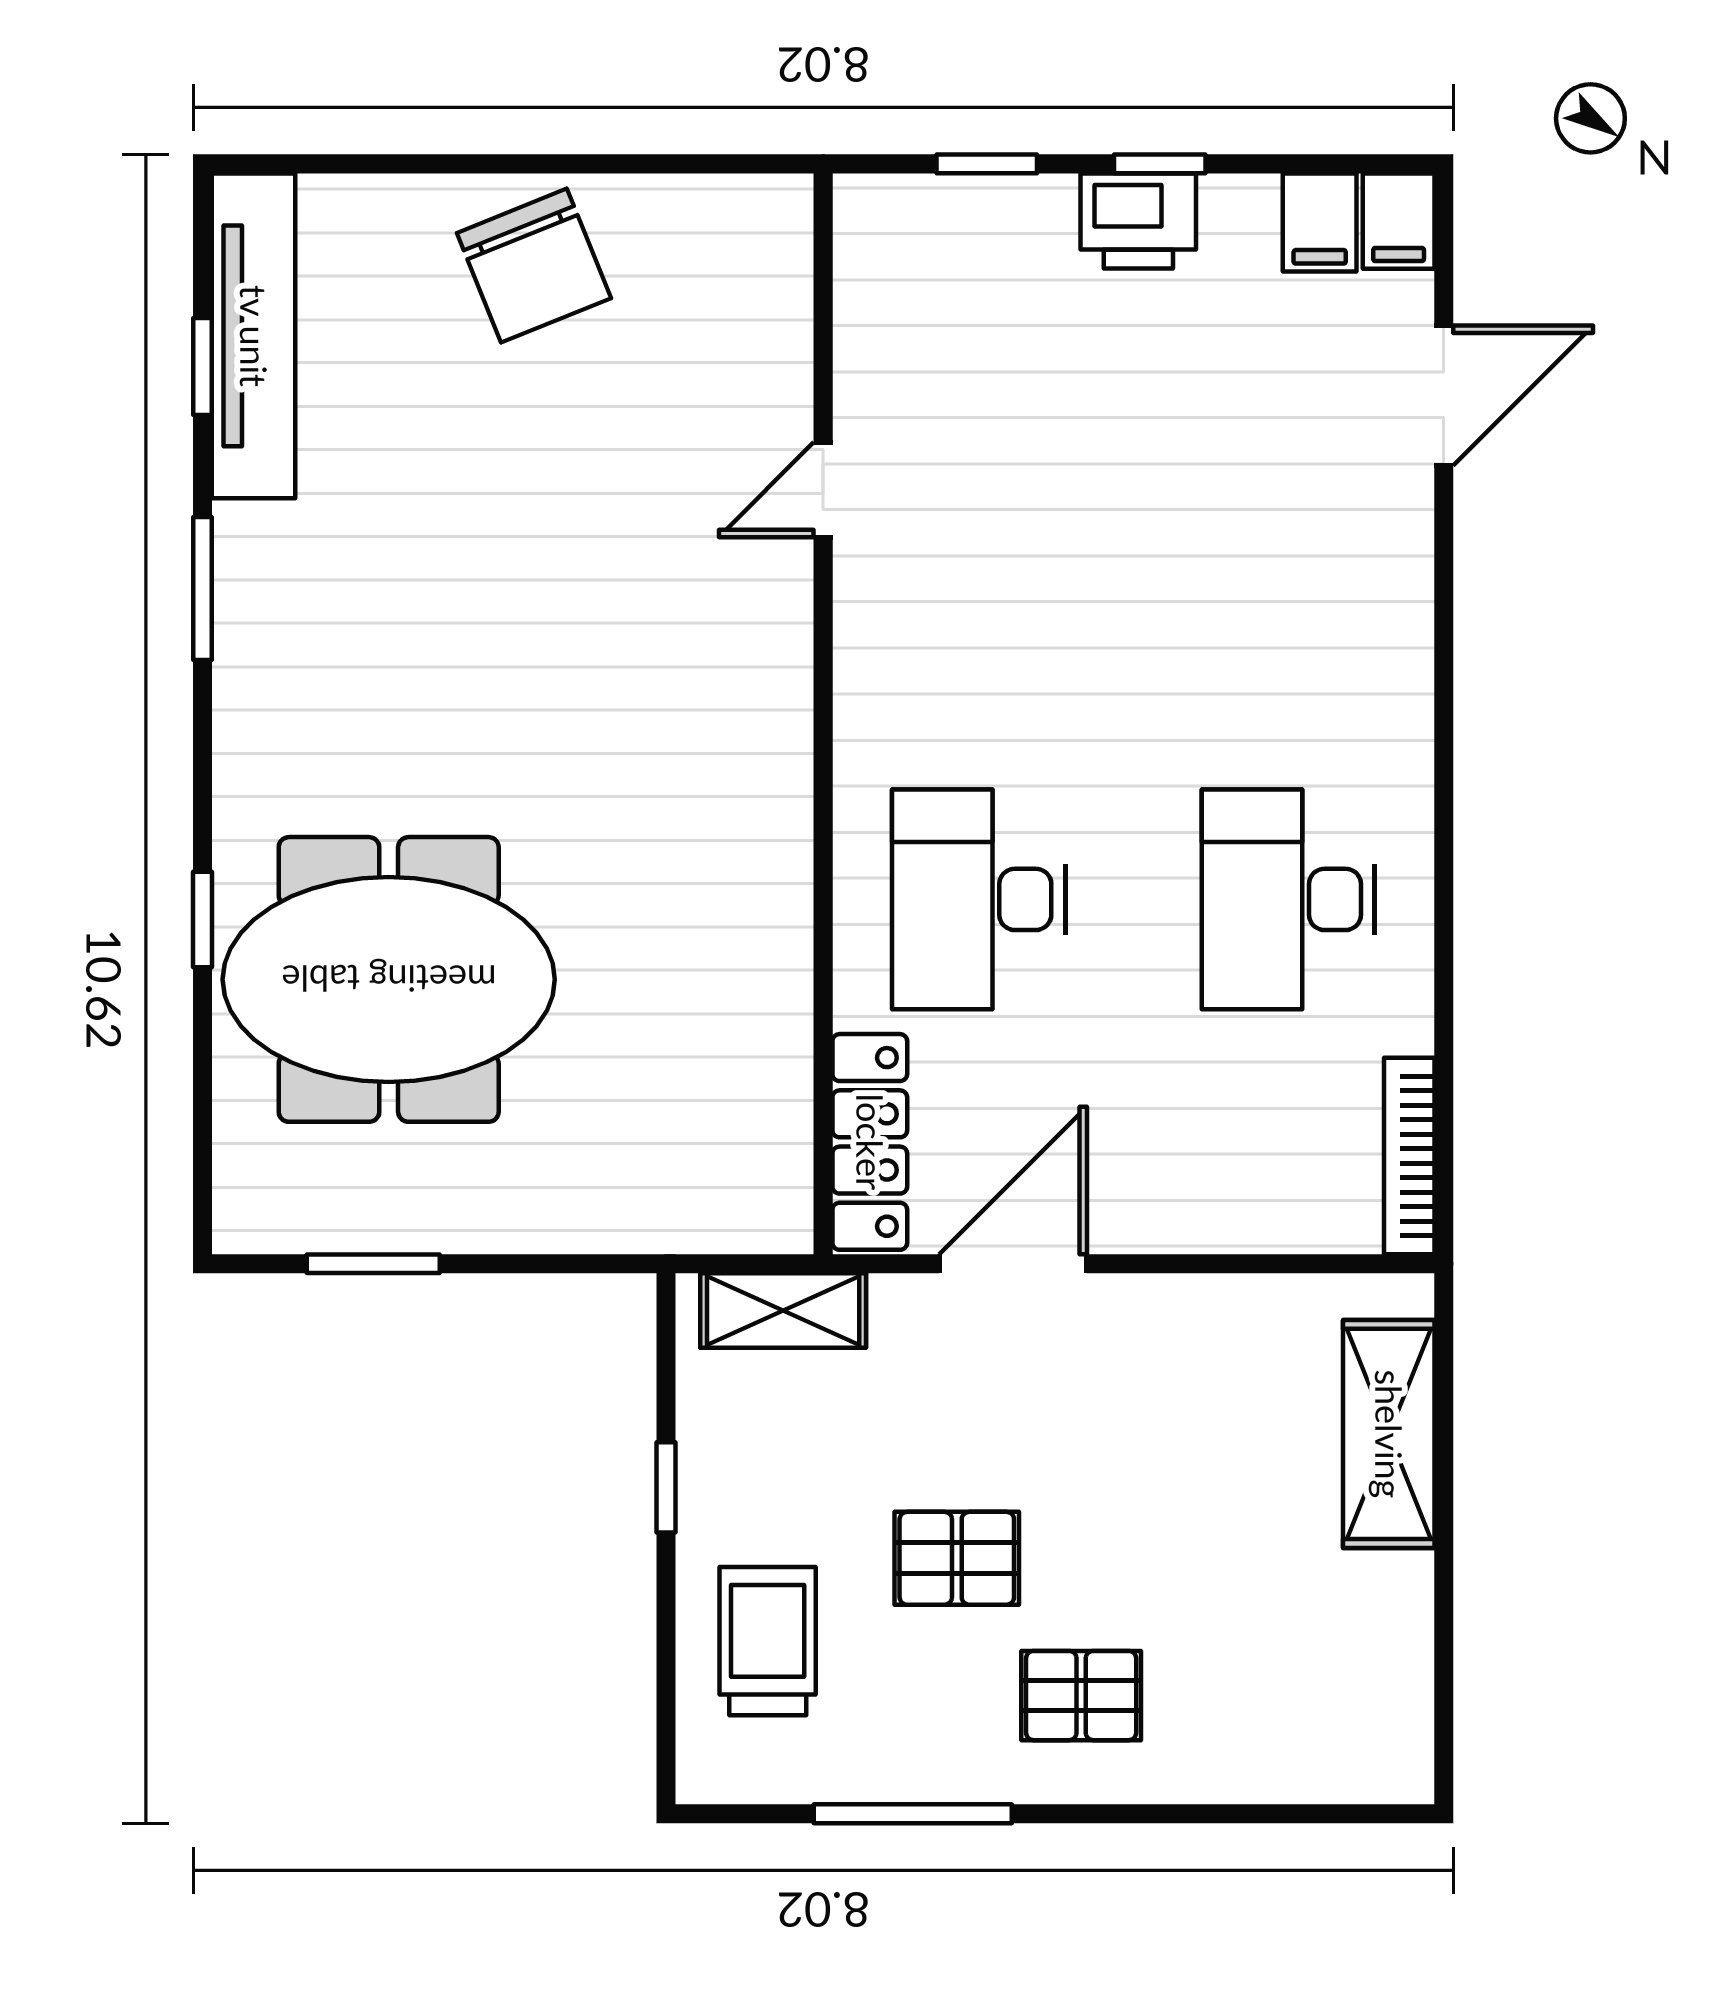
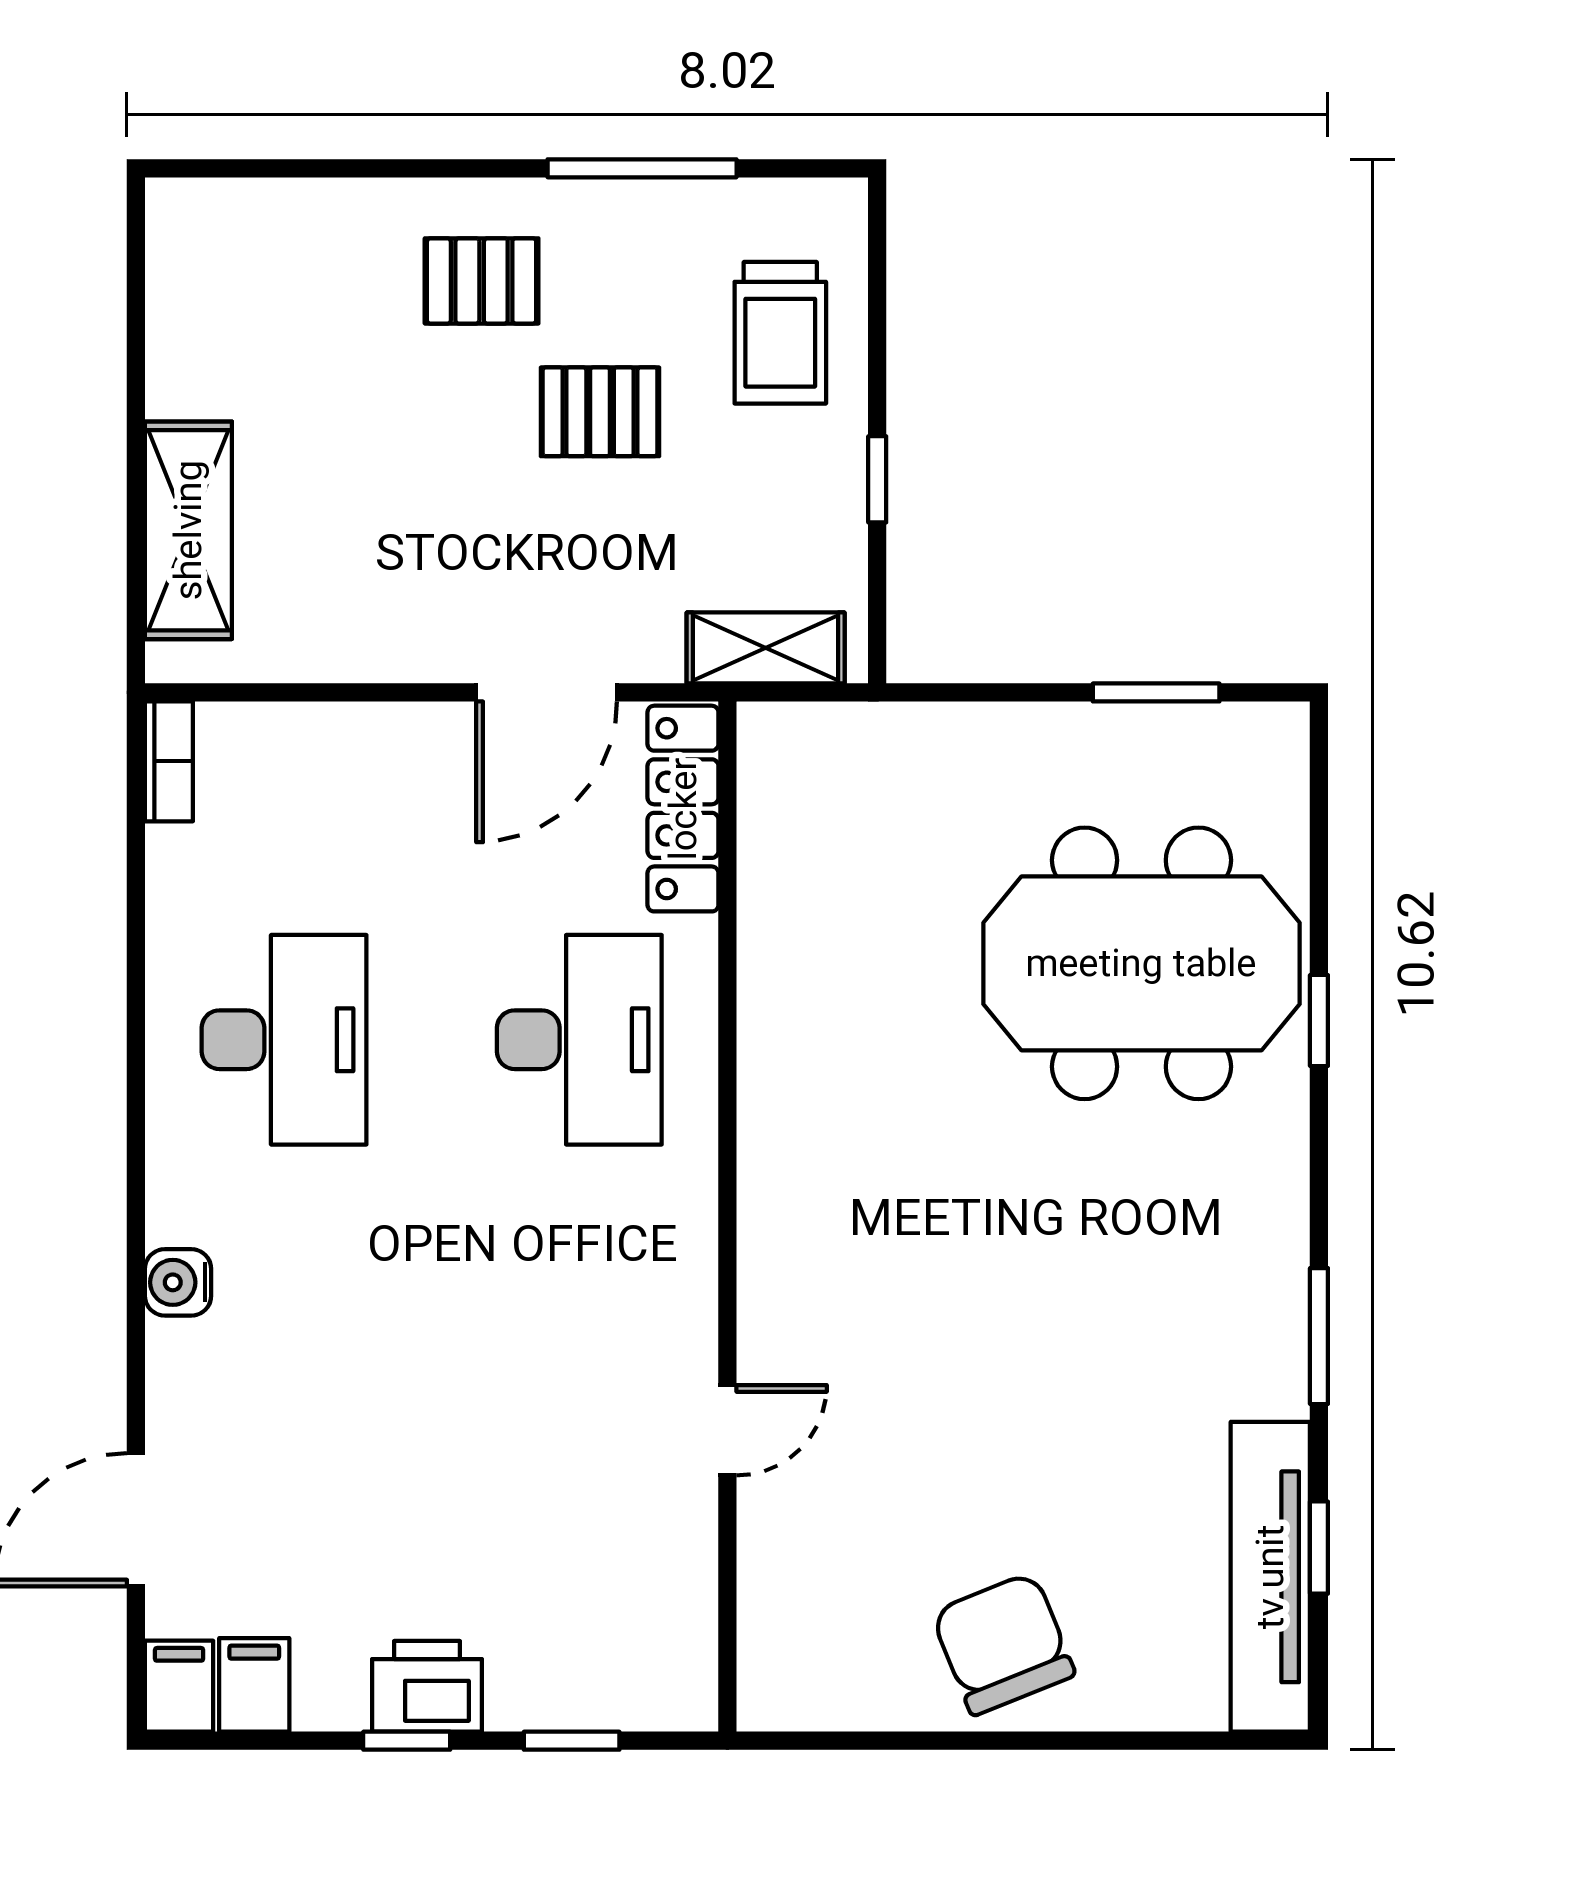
water cooler: (1400, 645) -> (178, 1282), added
bookcase: (1409, 1156) -> (169, 761), width x0.64

